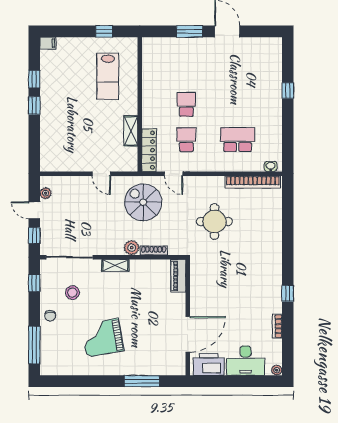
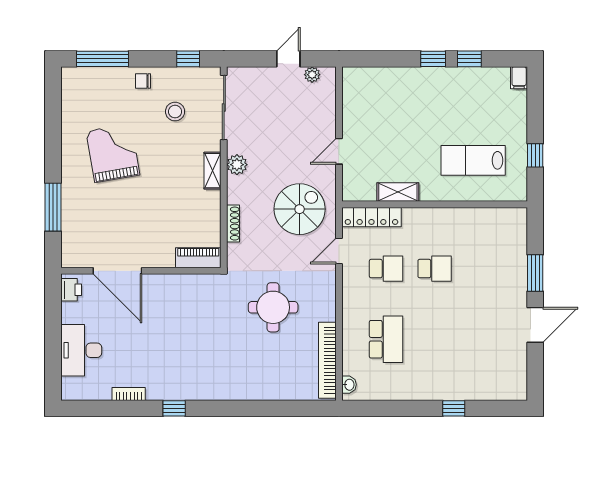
window: (34, 235) -> (254, 59), removed
plant: (132, 248) -> (237, 165), moved
printer: (209, 364) -> (71, 290), width x0.53, depth x0.68
plant: (277, 370) -> (68, 393), removed

